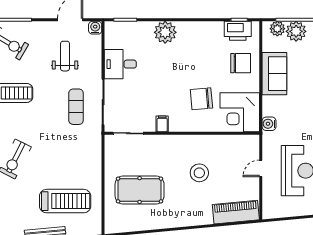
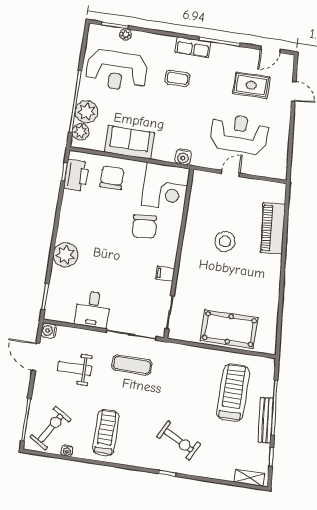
door: (261, 168) -> (230, 173), swing flipped
pool table: (140, 190) -> (229, 329), moved, turned 90
piano: (236, 212) -> (273, 228), moved

